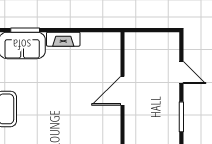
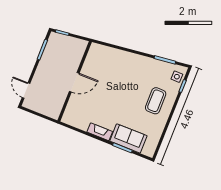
door: (181, 73) -> (26, 90), moved

